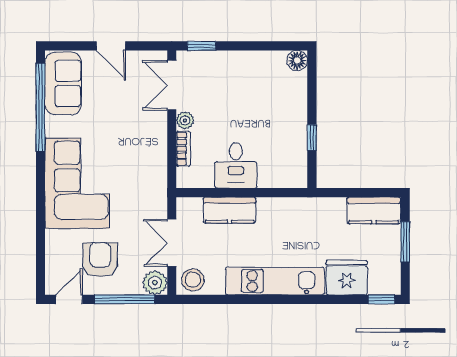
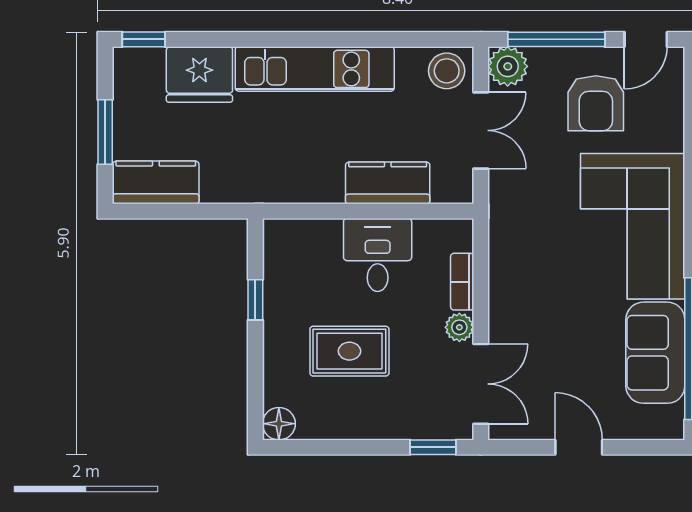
sofa: (63, 83) -> (655, 353), moved
rug: (253, 106) -> (349, 351), added

